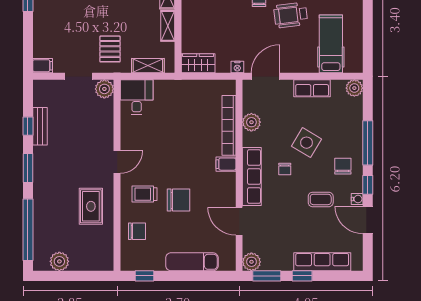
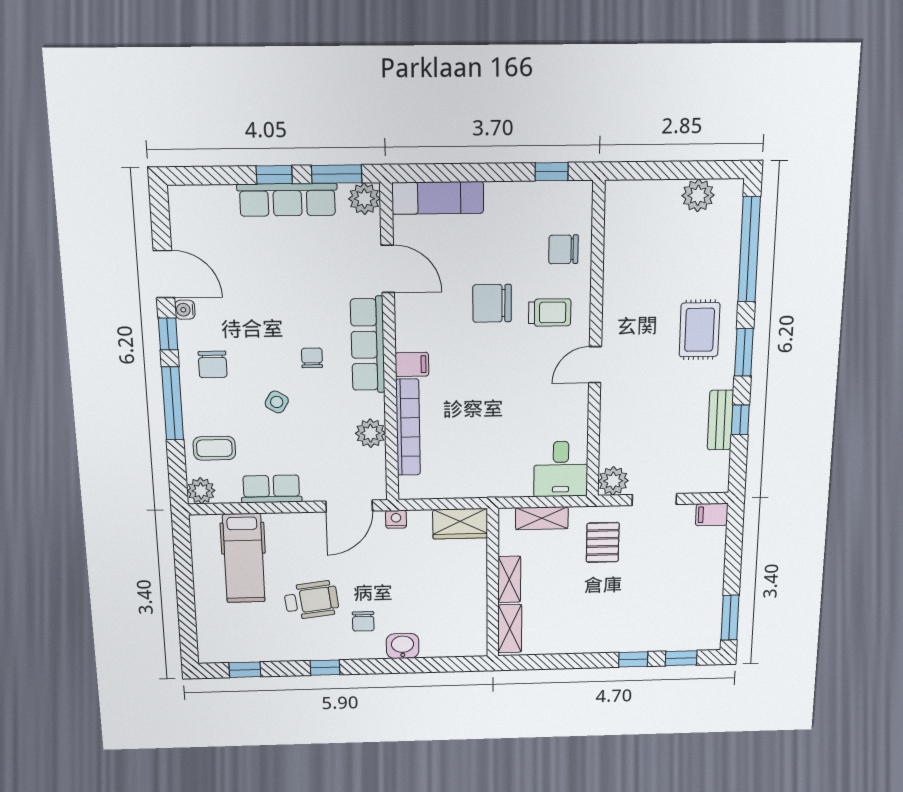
side table: (307, 143) -> (277, 402), width x0.54, depth x0.54
coffee table: (321, 199) -> (214, 448), moved
rug: (91, 206) -> (700, 330), moved
exam couch: (192, 262) -> (438, 198), moved
row of seats: (322, 262) -> (287, 200), moved

